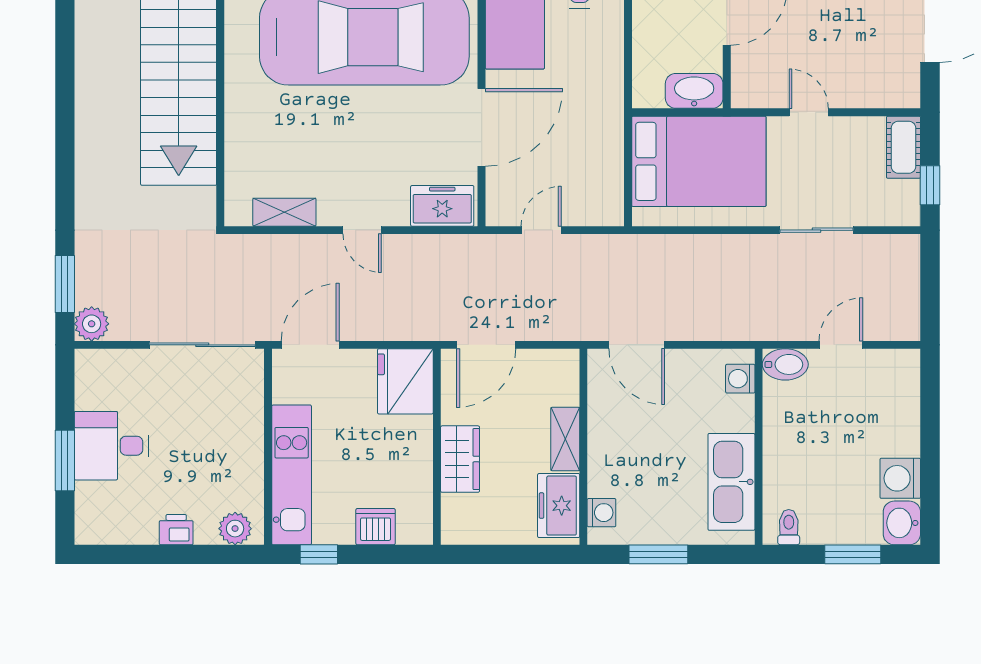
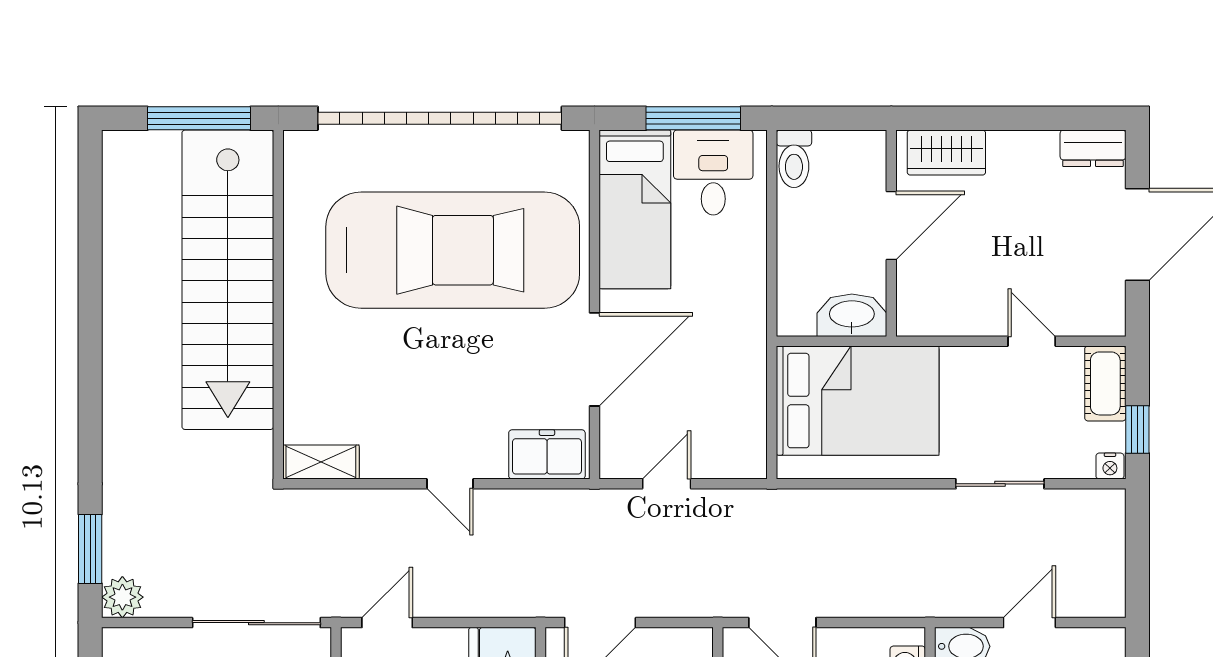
door: (809, 112) -> (1032, 341), moved
shelving: (284, 212) -> (321, 462), moved
nightstand: (907, 215) -> (1110, 466), added
door: (310, 345) -> (387, 623), width x0.73

